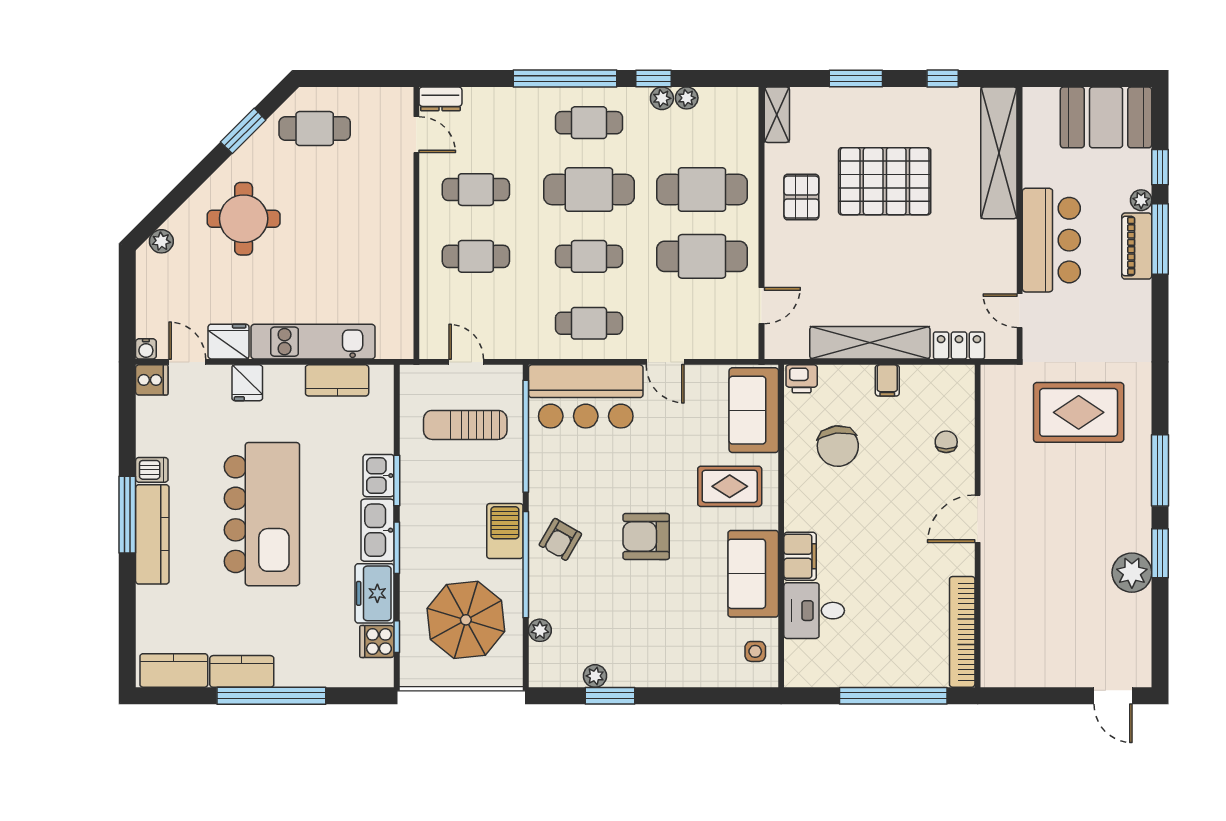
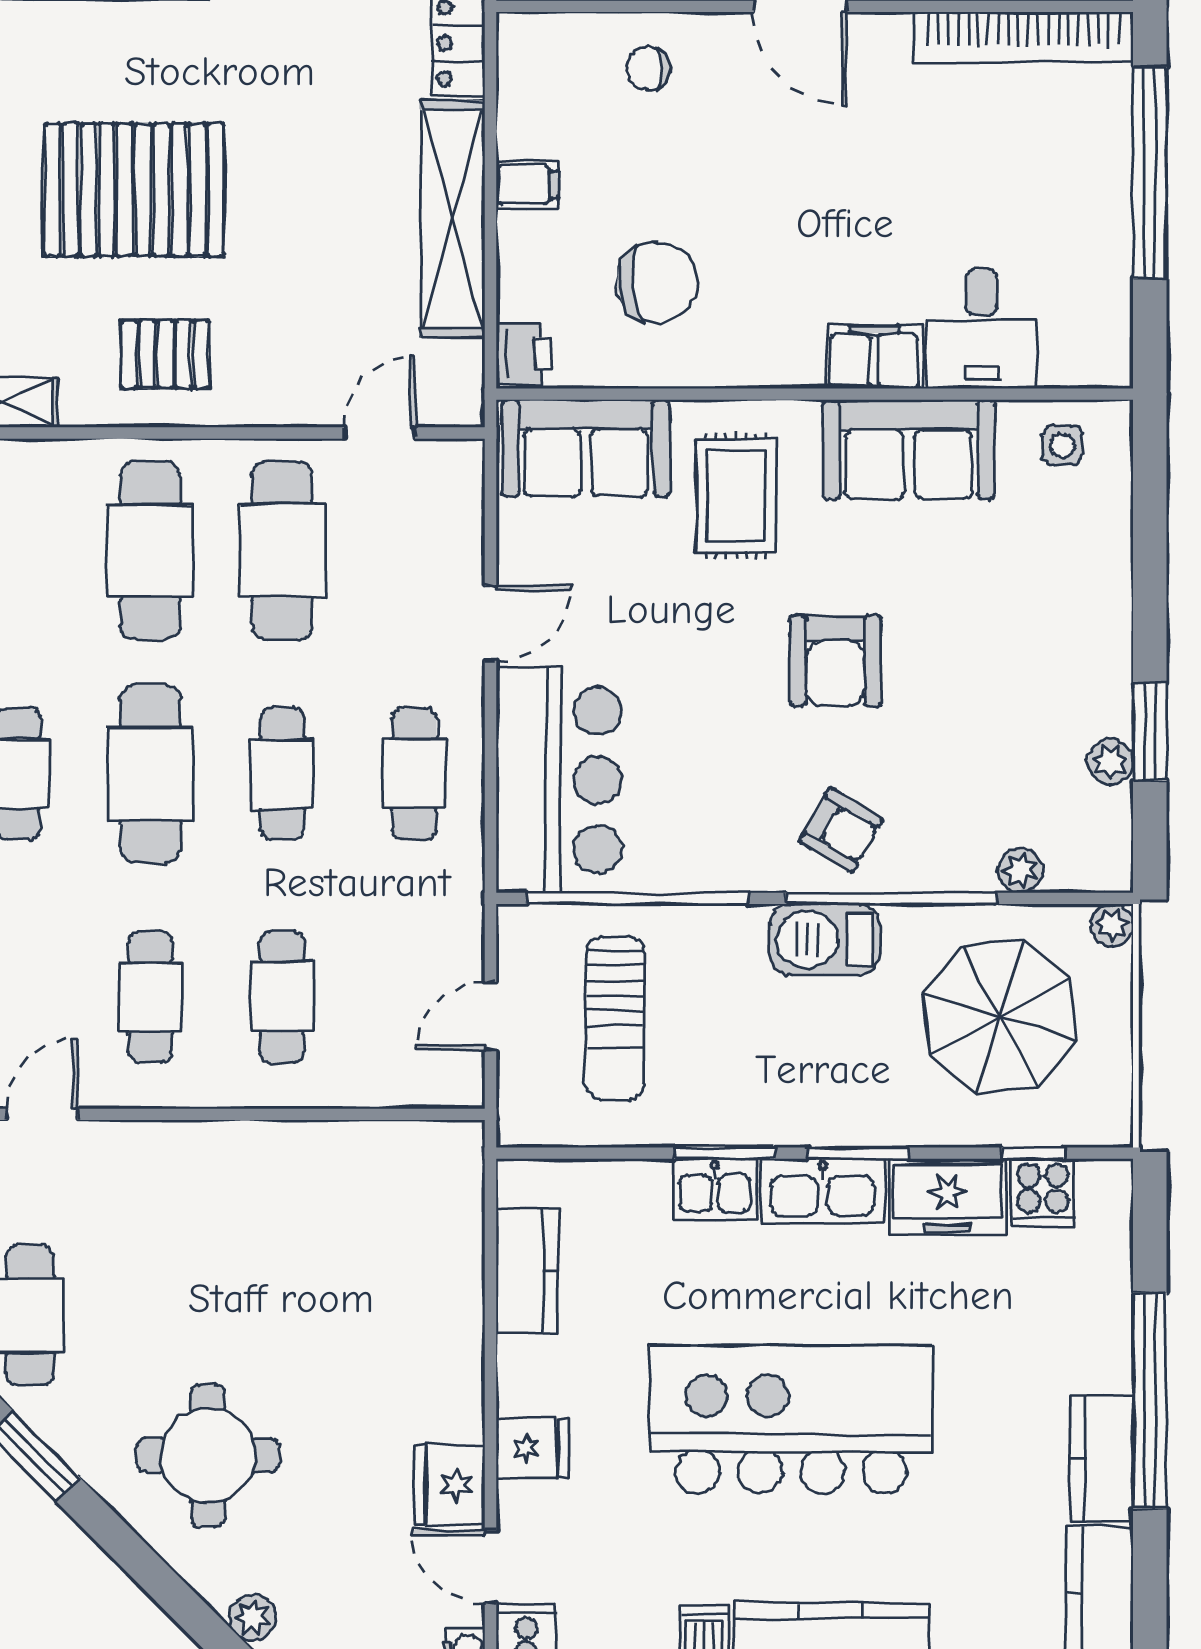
pallet: (885, 181) -> (134, 190), turned 90
door: (762, 306) -> (379, 433), hinge flipped
kitchen unit: (313, 342) -> (451, 1318), removed
door: (187, 362) -> (491, 1567), hinge flipped
plant: (512, 677) -> (1112, 925), added

